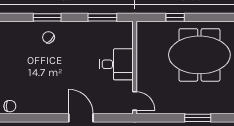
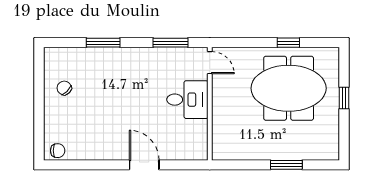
window: (175, 17) -> (288, 43), moved
chair: (48, 37) -> (64, 88), moved
door: (135, 101) -> (210, 63), moved

